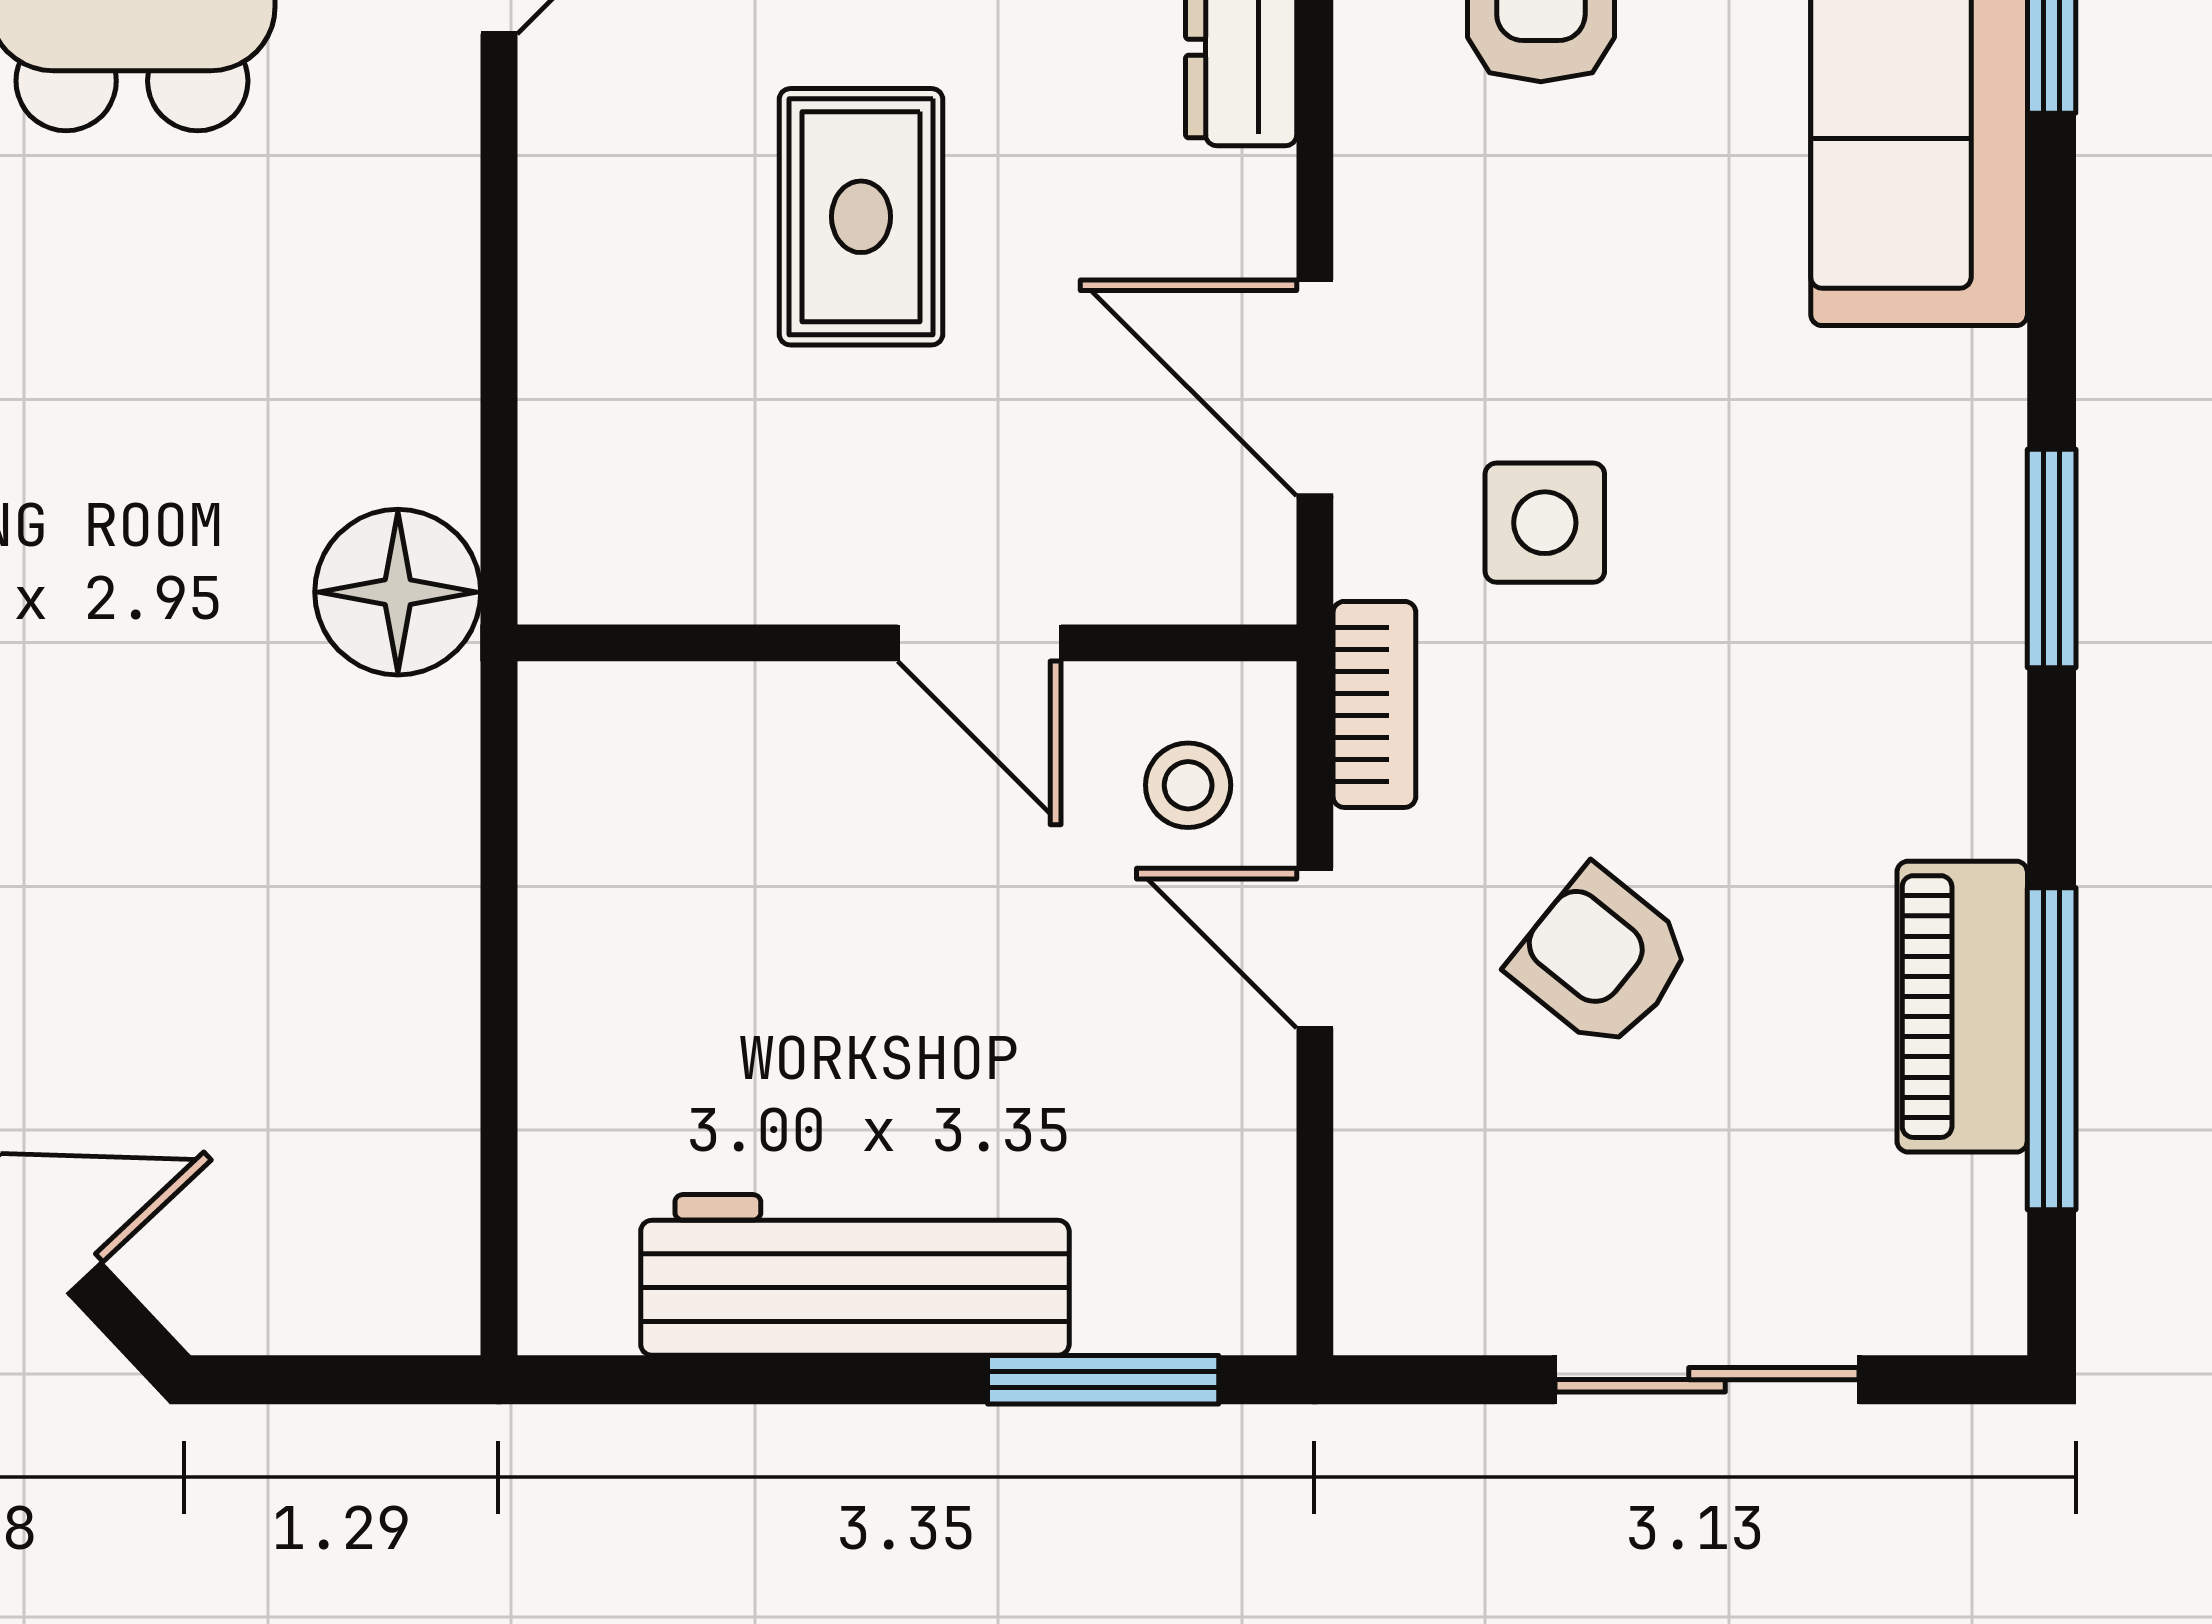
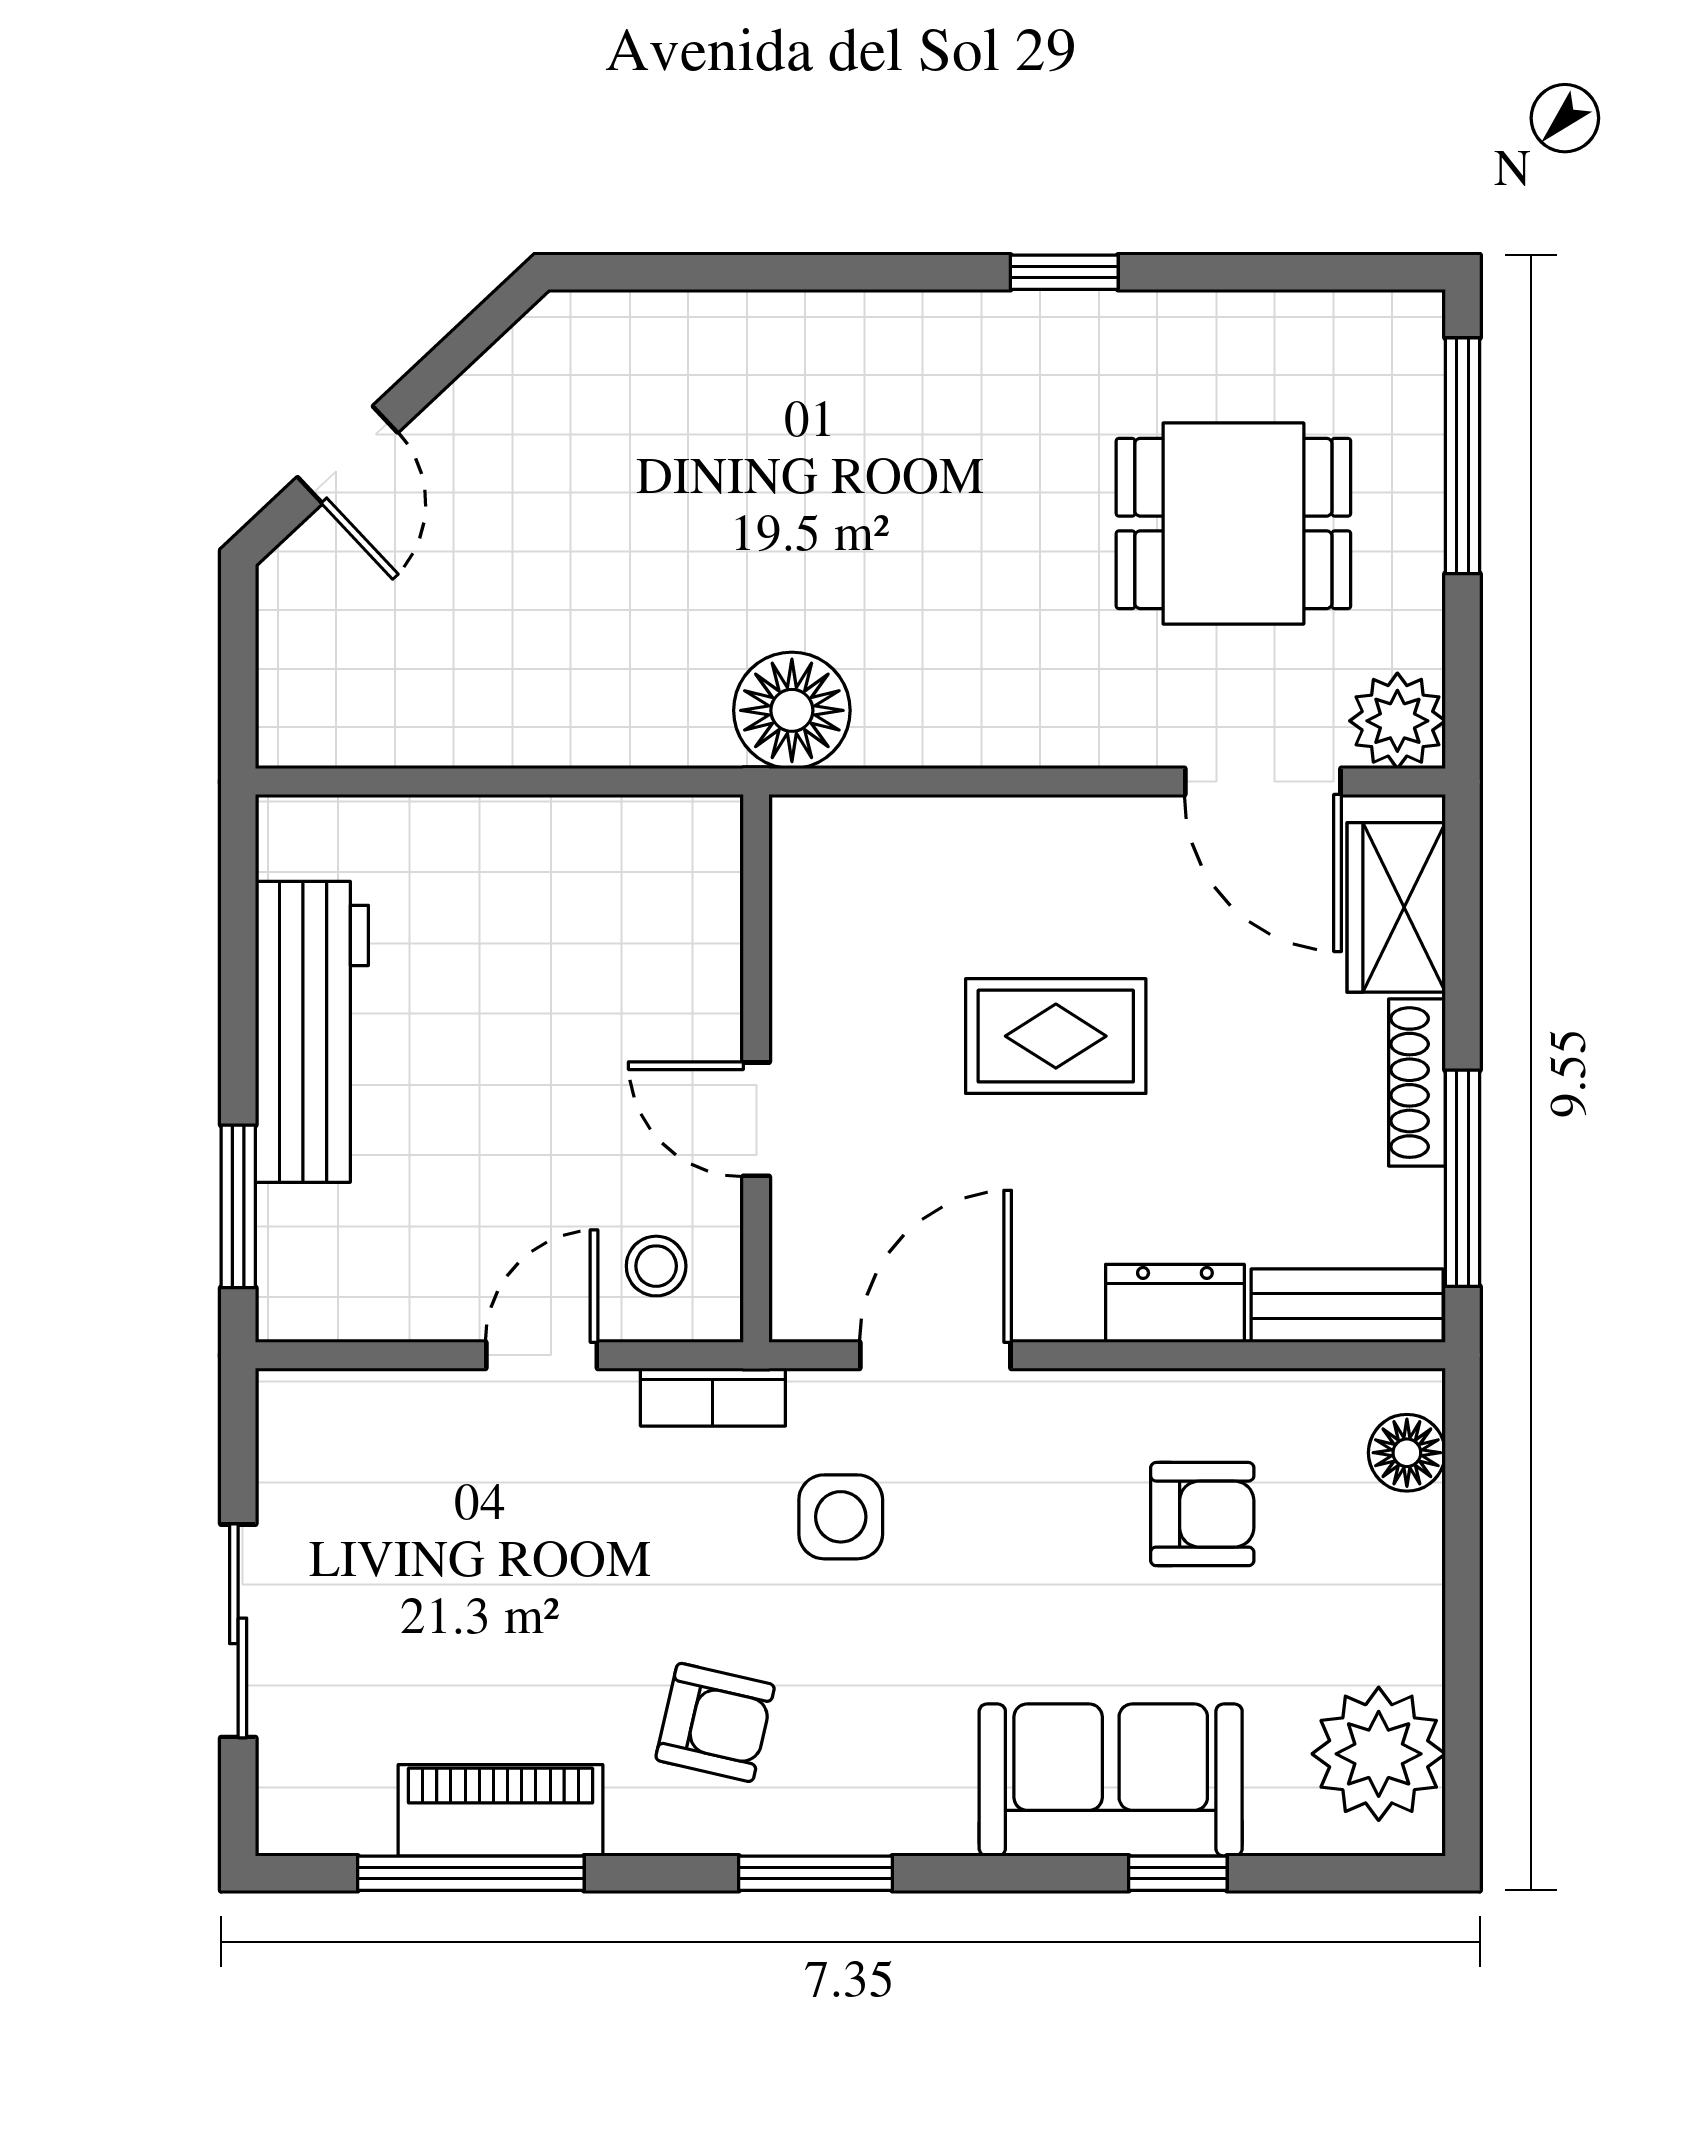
door: (979, 643) -> (756, 1119), hinge flipped
armchair: (1601, 959) -> (715, 1722), moved, turned 64

